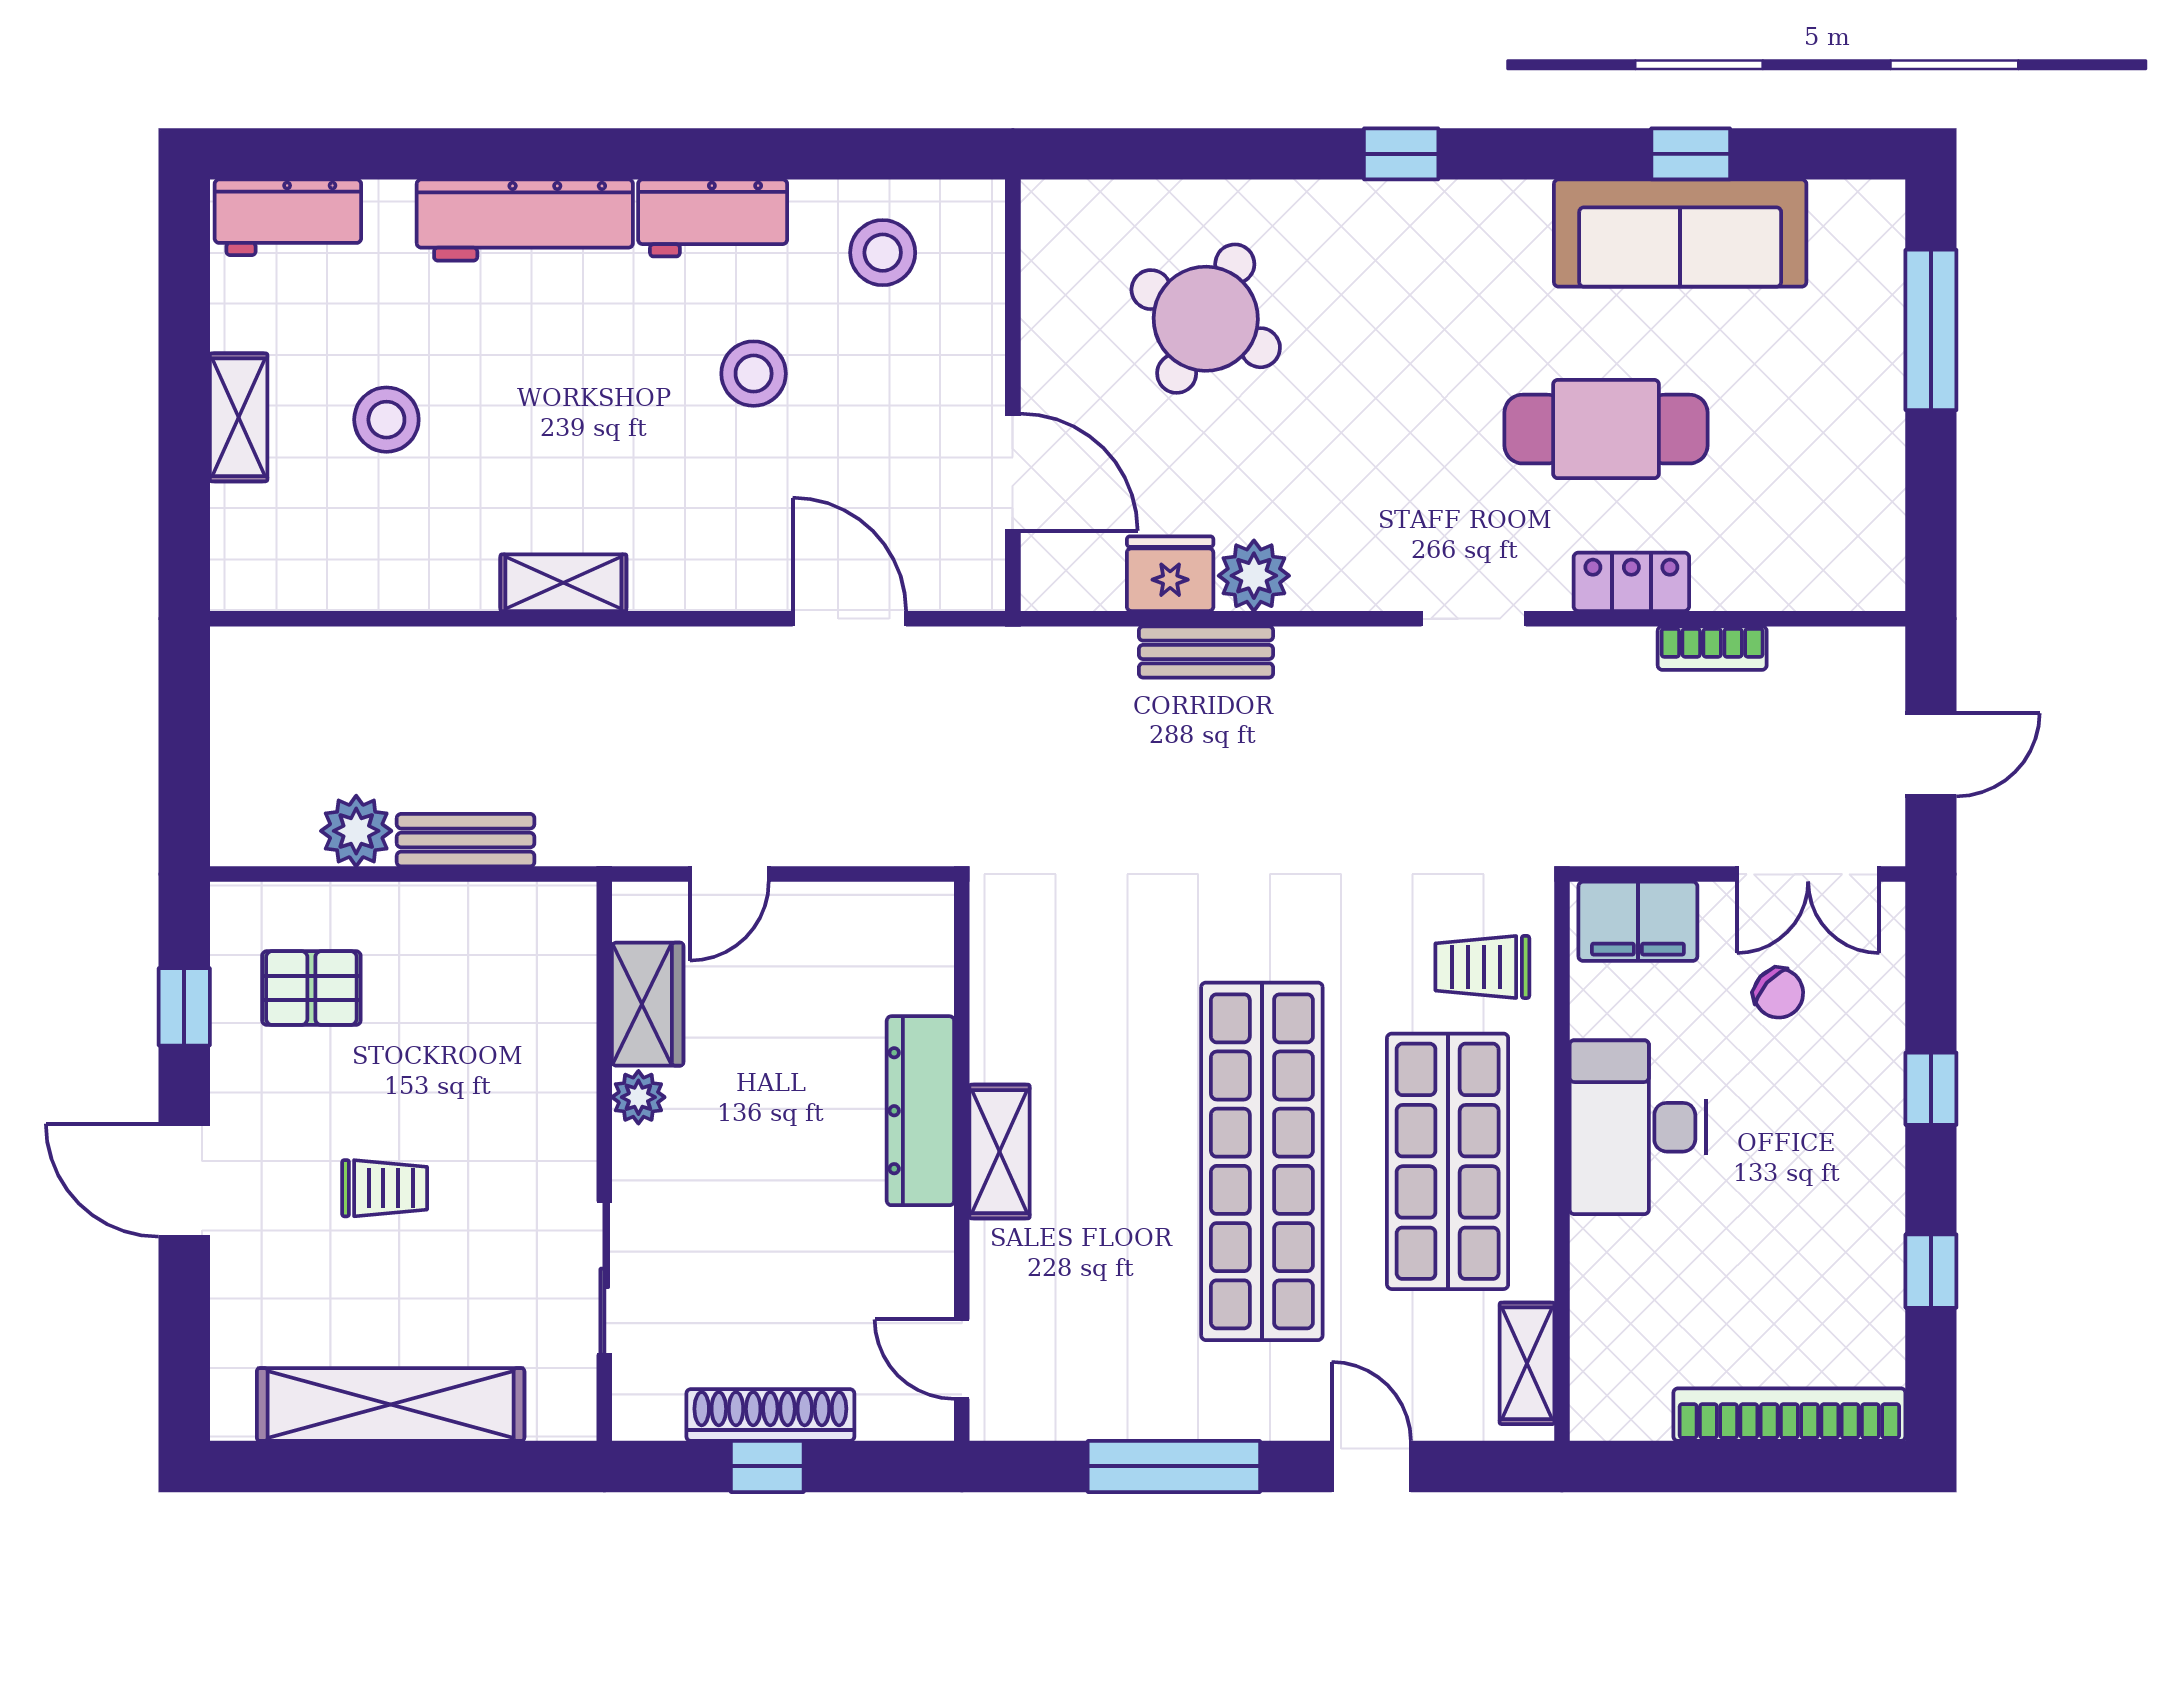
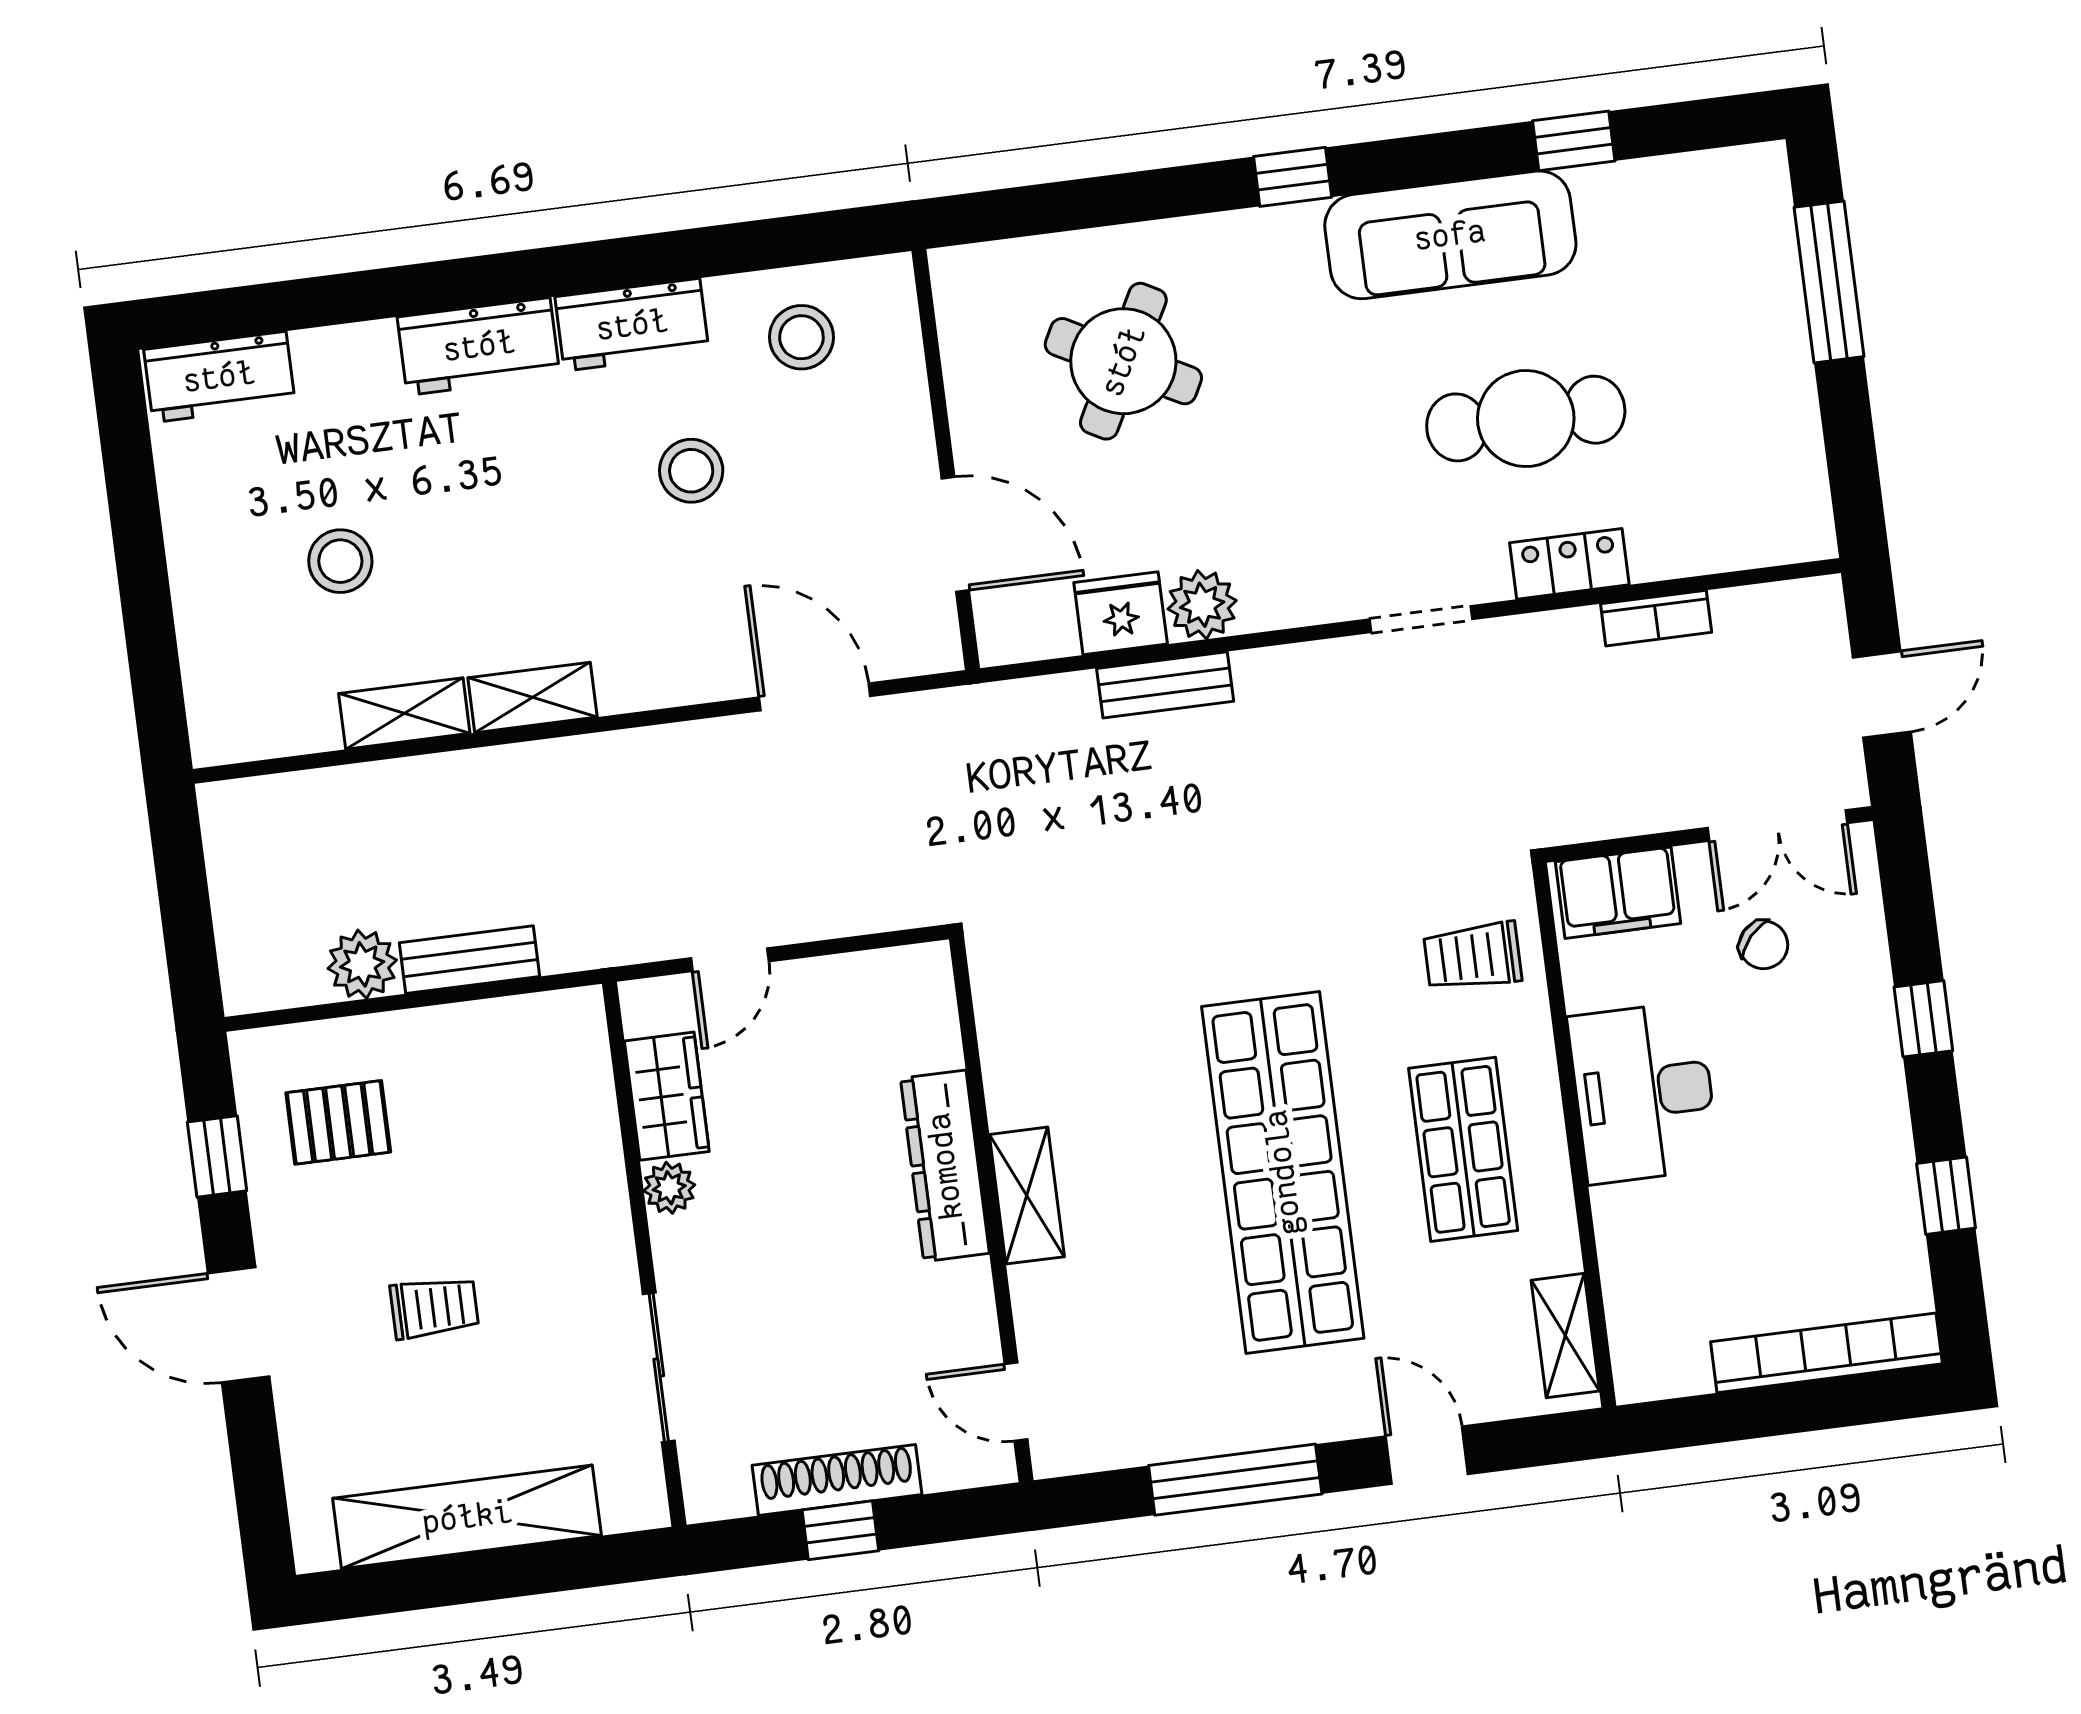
workbench: (525, 220) -> (479, 346), width x0.73
sofa: (1680, 233) -> (1450, 235), moved
shelving: (239, 417) -> (404, 713), moved, turned 90
shop shelf: (1448, 1161) -> (1463, 1149), width x0.70, depth x0.74

